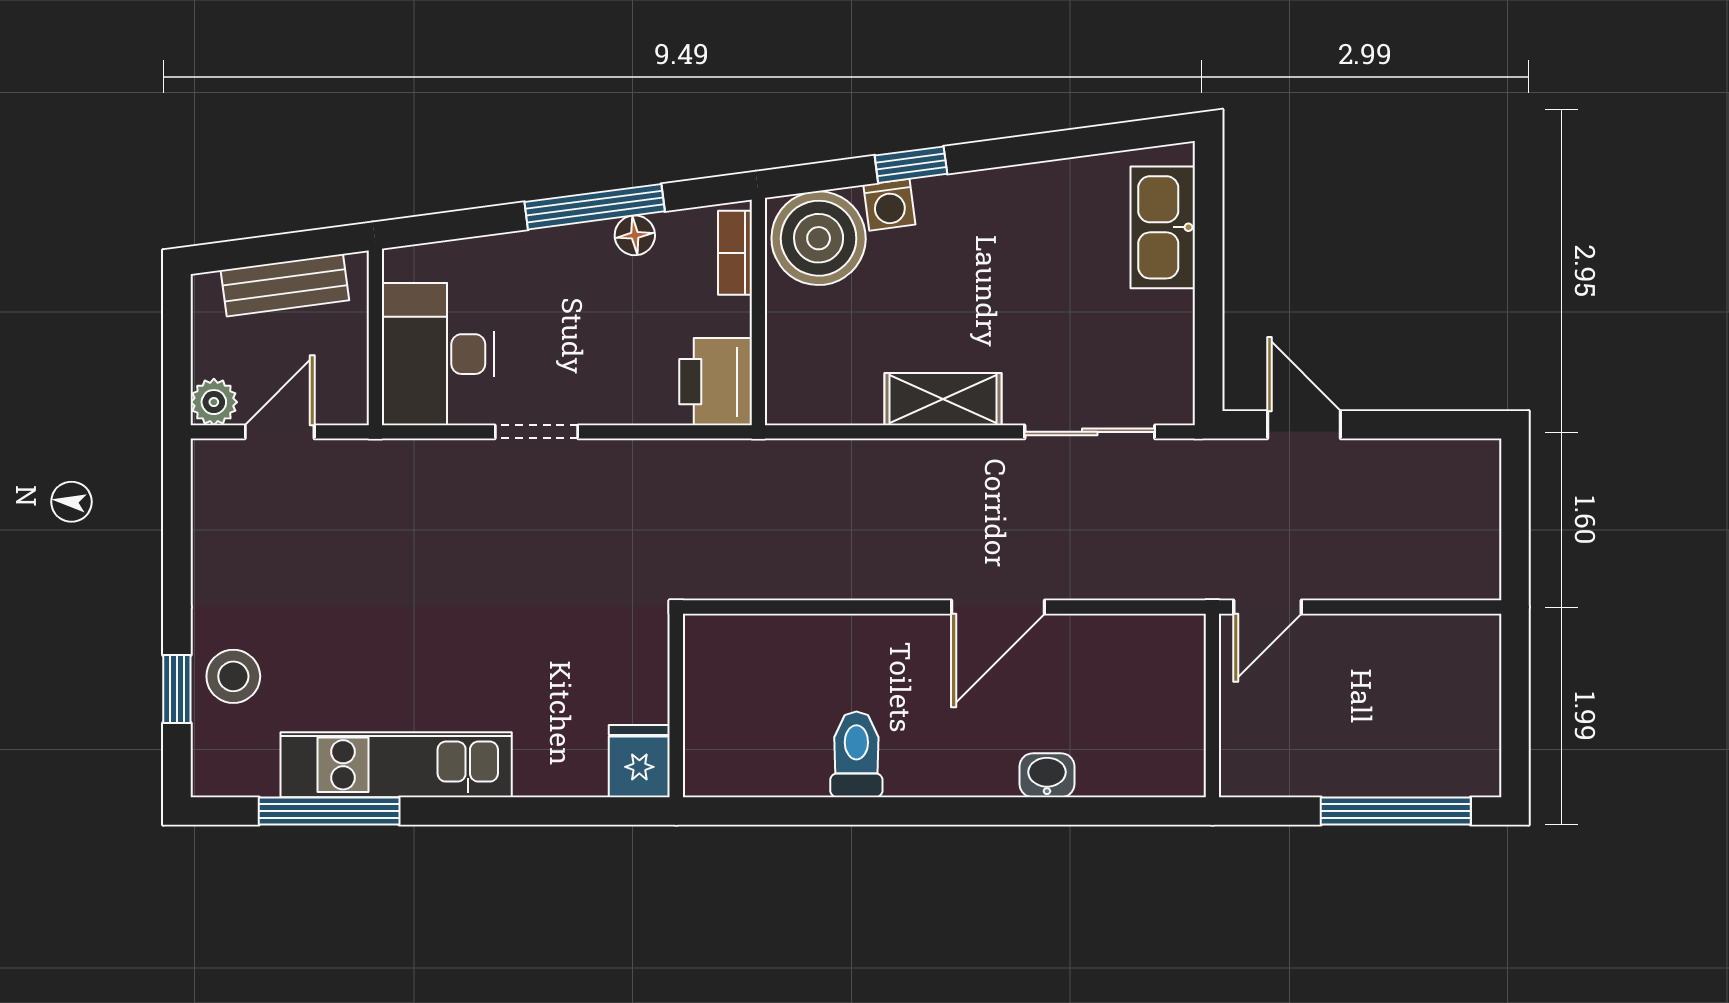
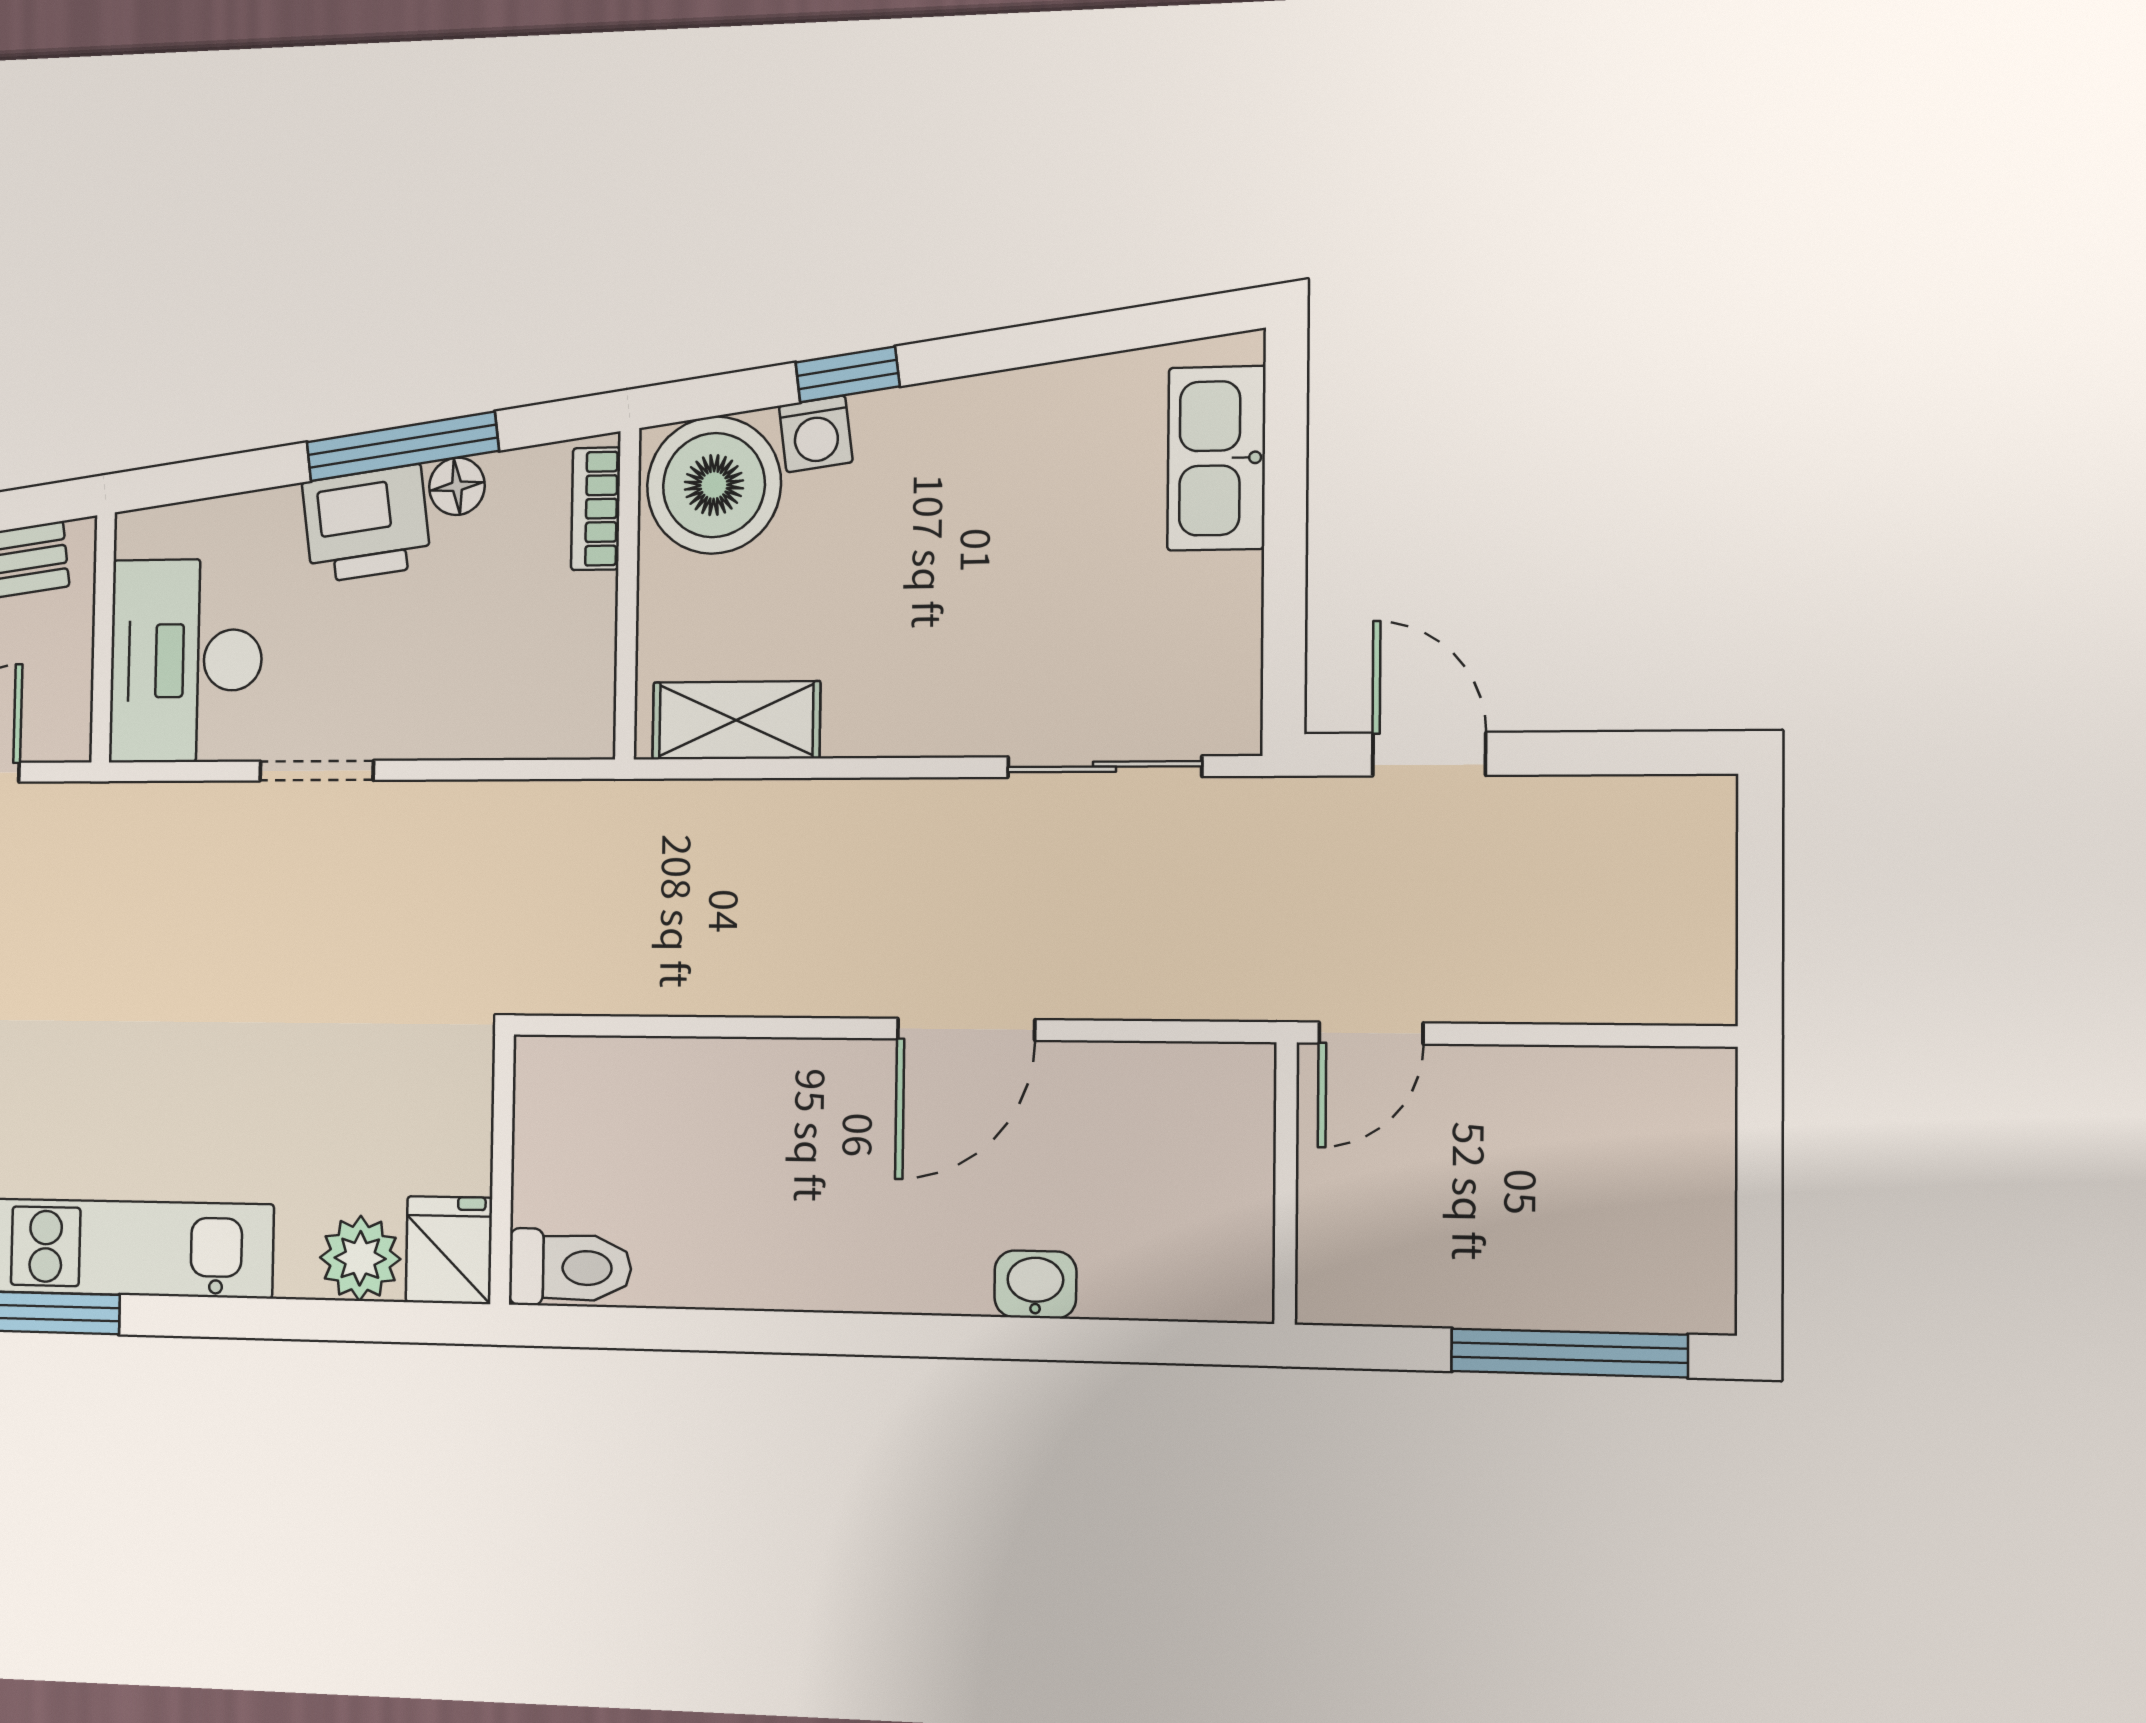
printer: (716, 382) -> (366, 524), moved, turned -98
shelving: (943, 399) -> (736, 720), moved
toilet: (856, 754) -> (570, 1268), moved, turned 90
plant: (575, 768) -> (360, 1258), added

